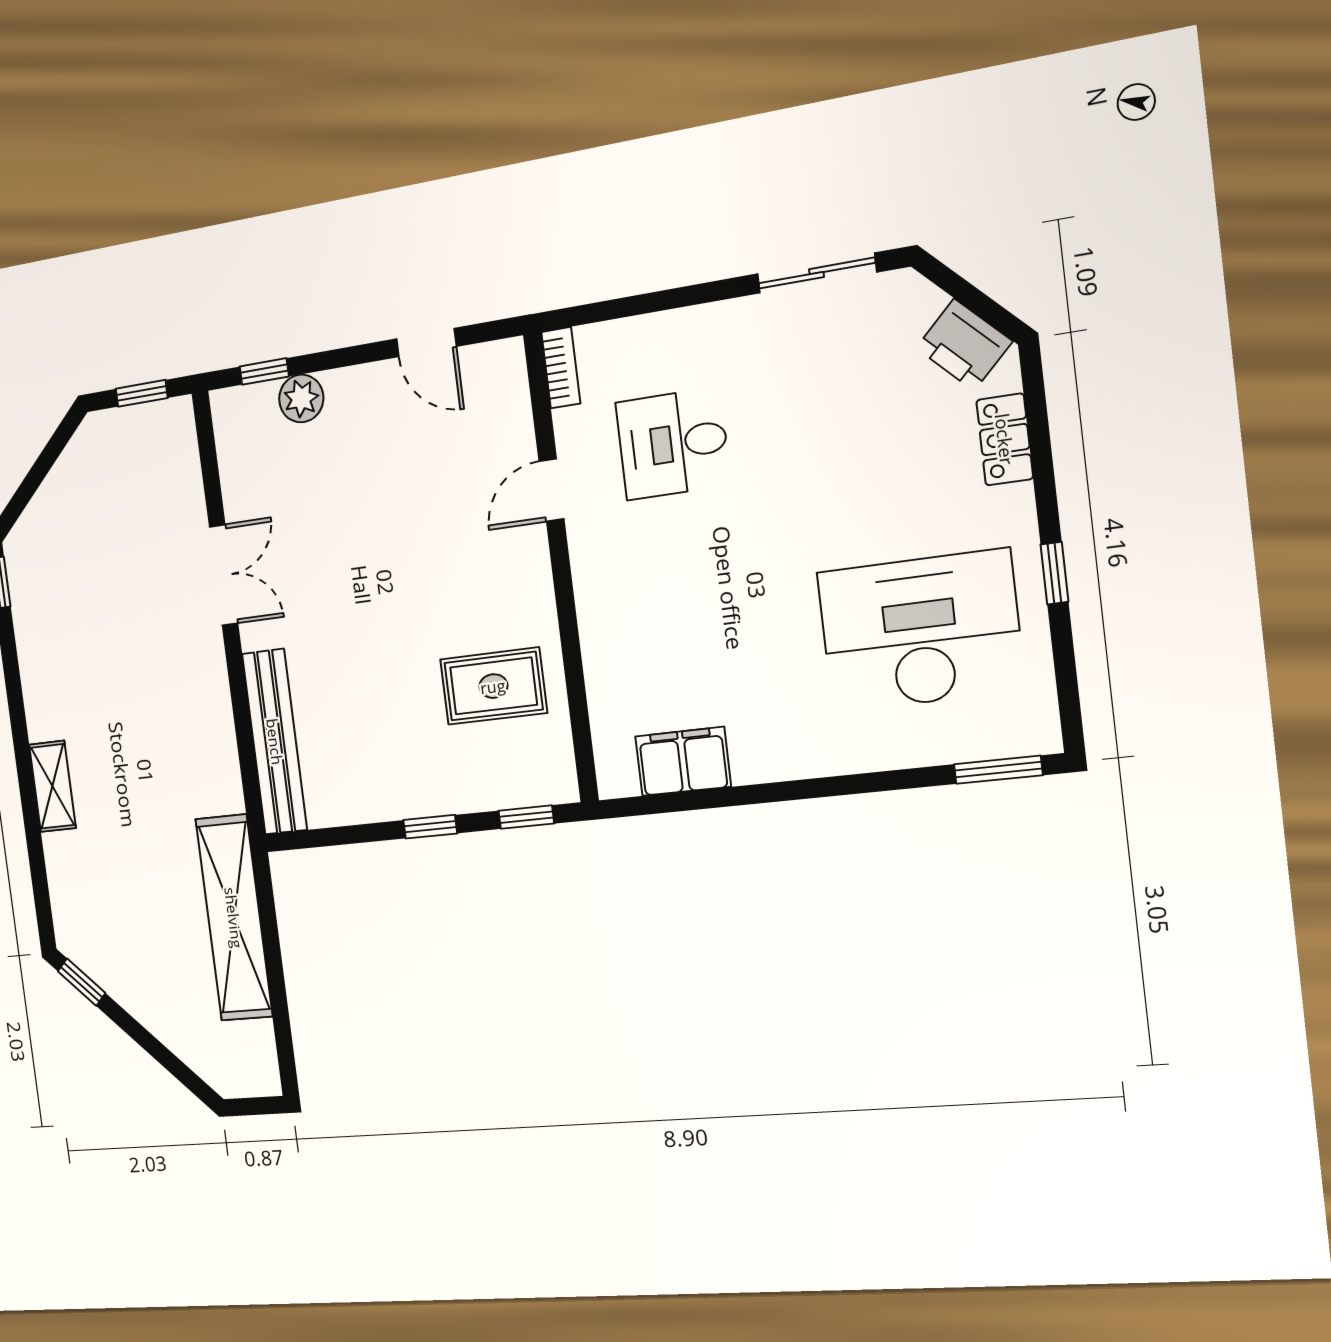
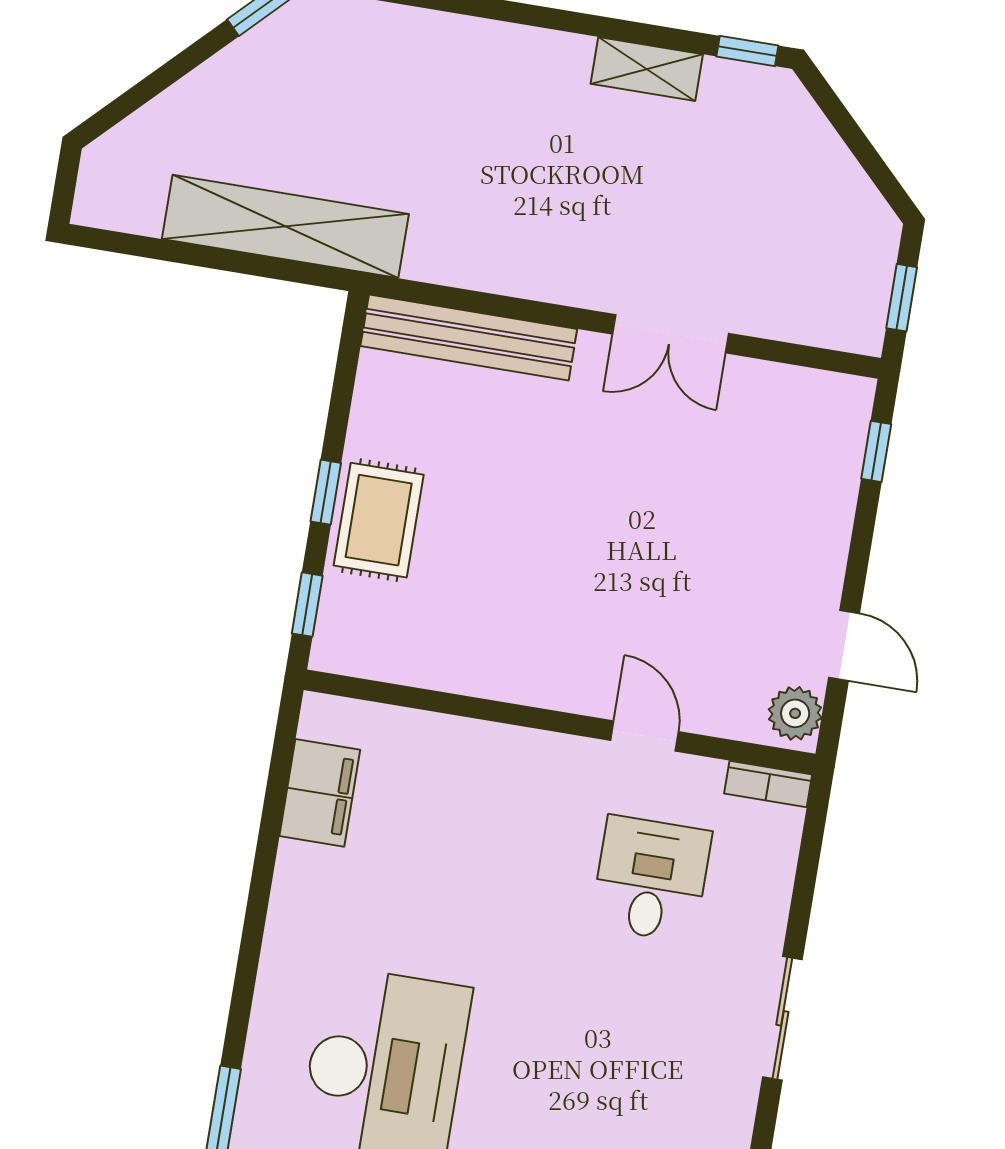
sliding door: (817, 273) -> (782, 1018), moved
door: (426, 343) -> (844, 645), swing flipped
plant: (301, 398) -> (795, 713), moved
rug: (493, 686) -> (379, 520), moved
shelving: (52, 786) -> (647, 69), moved

